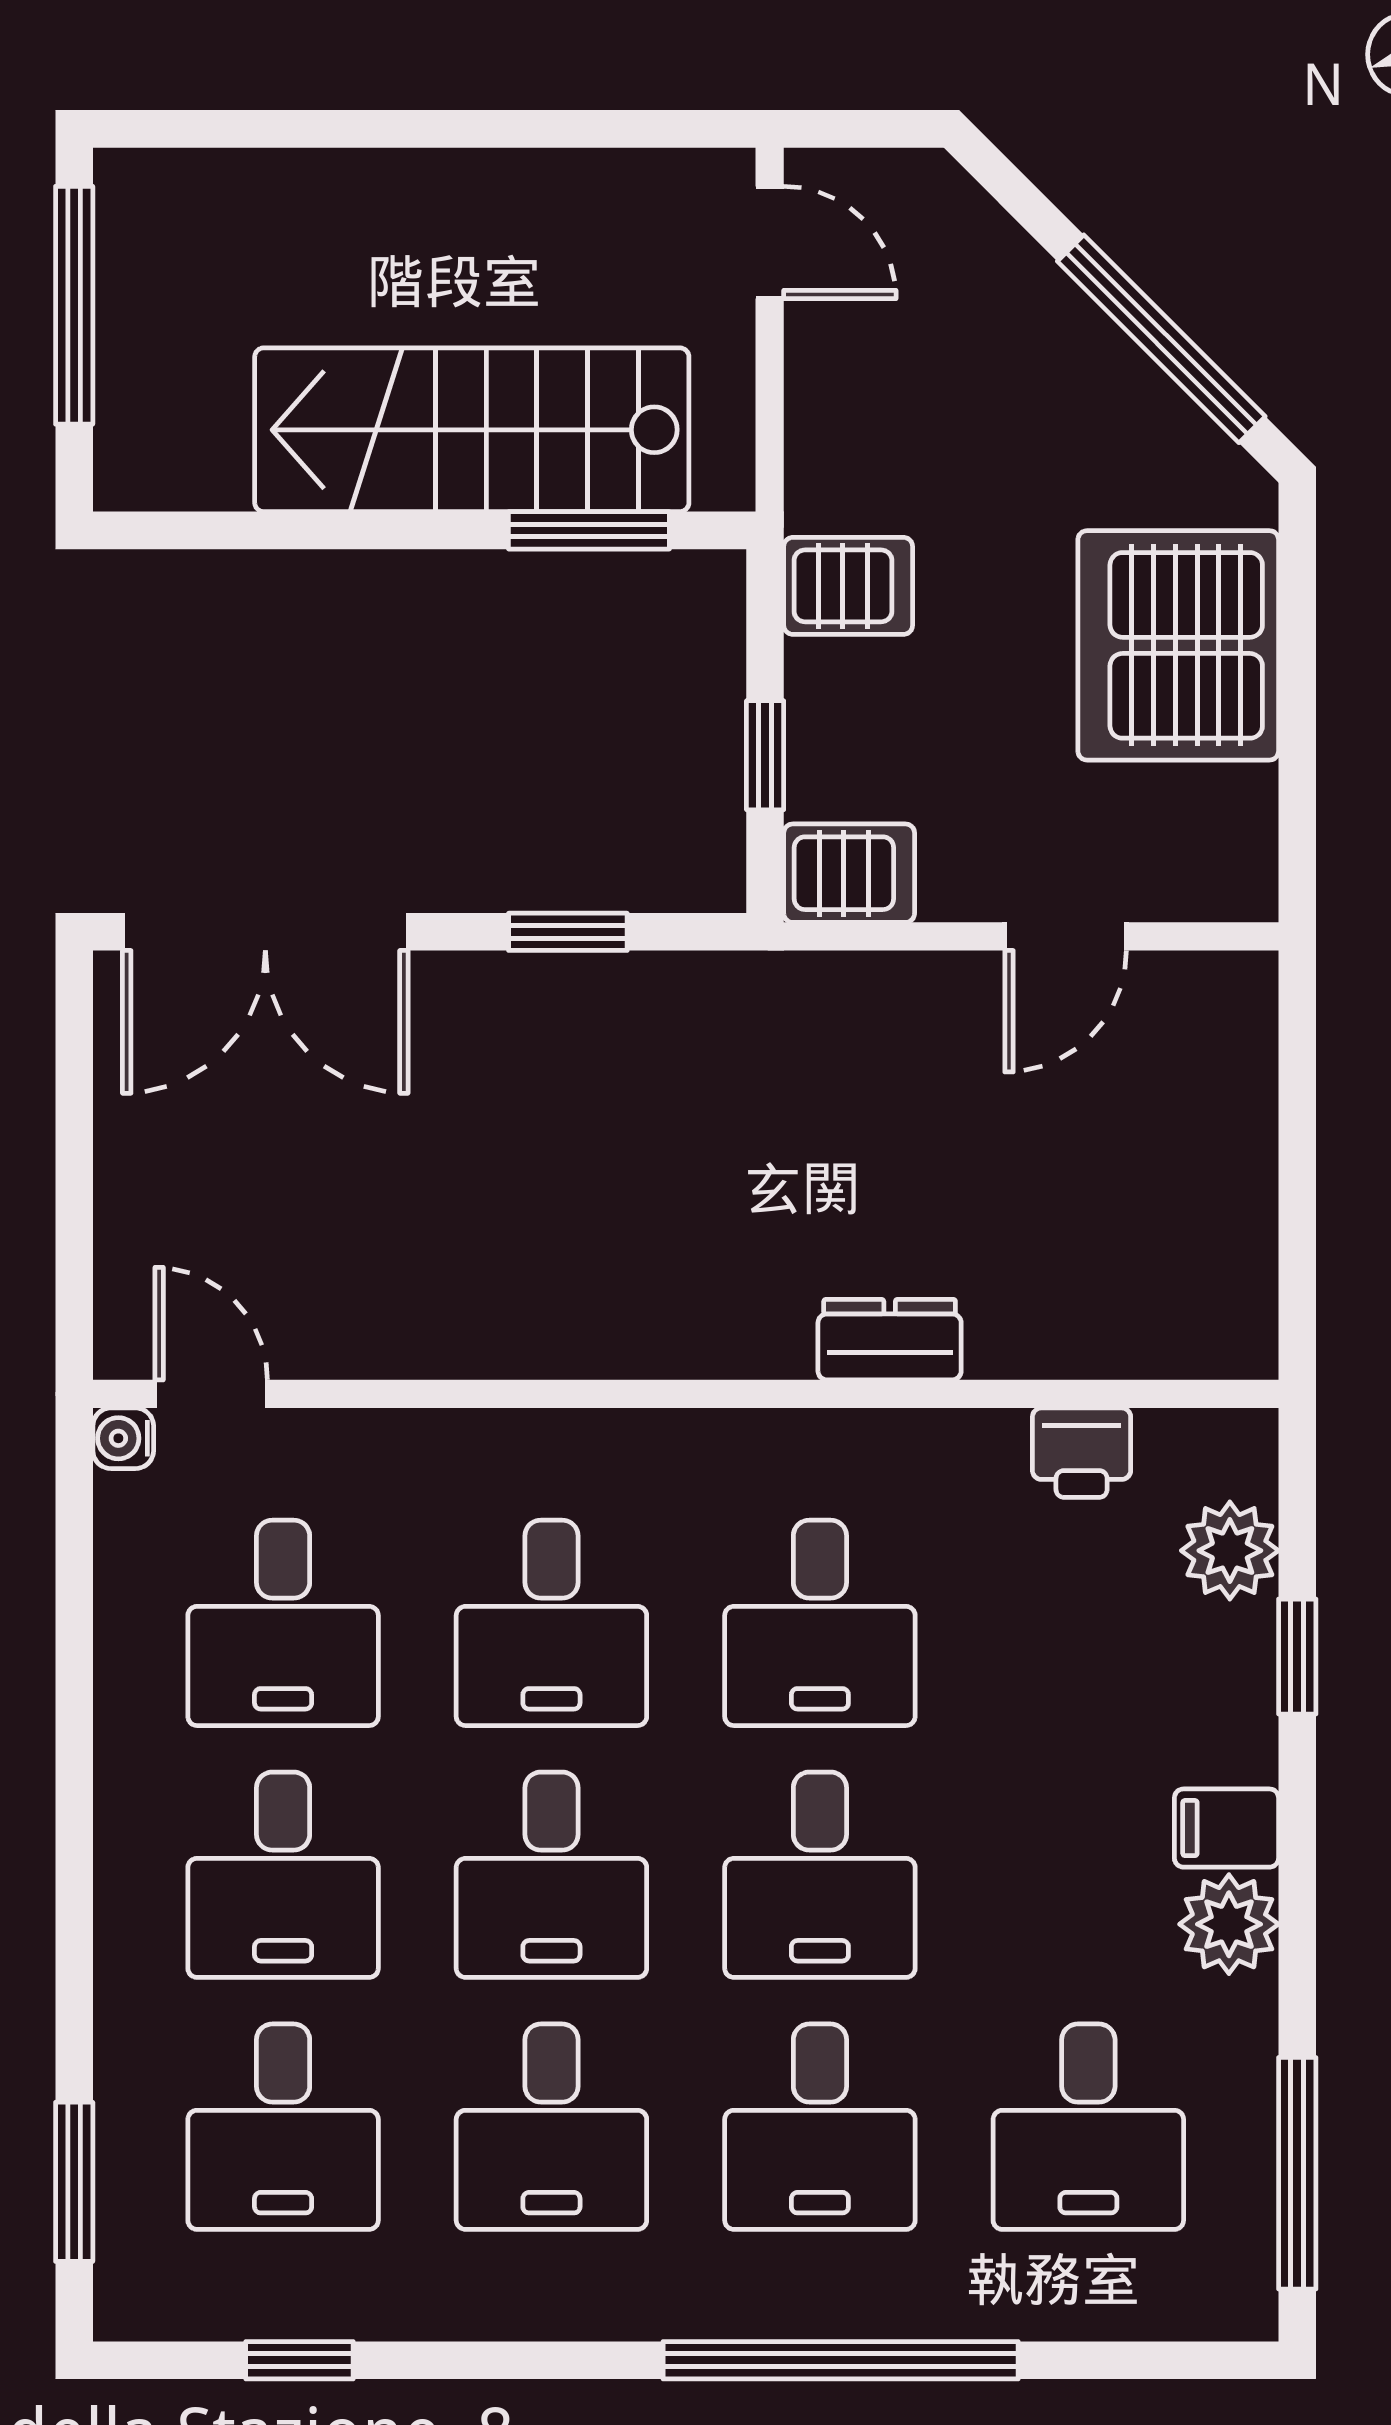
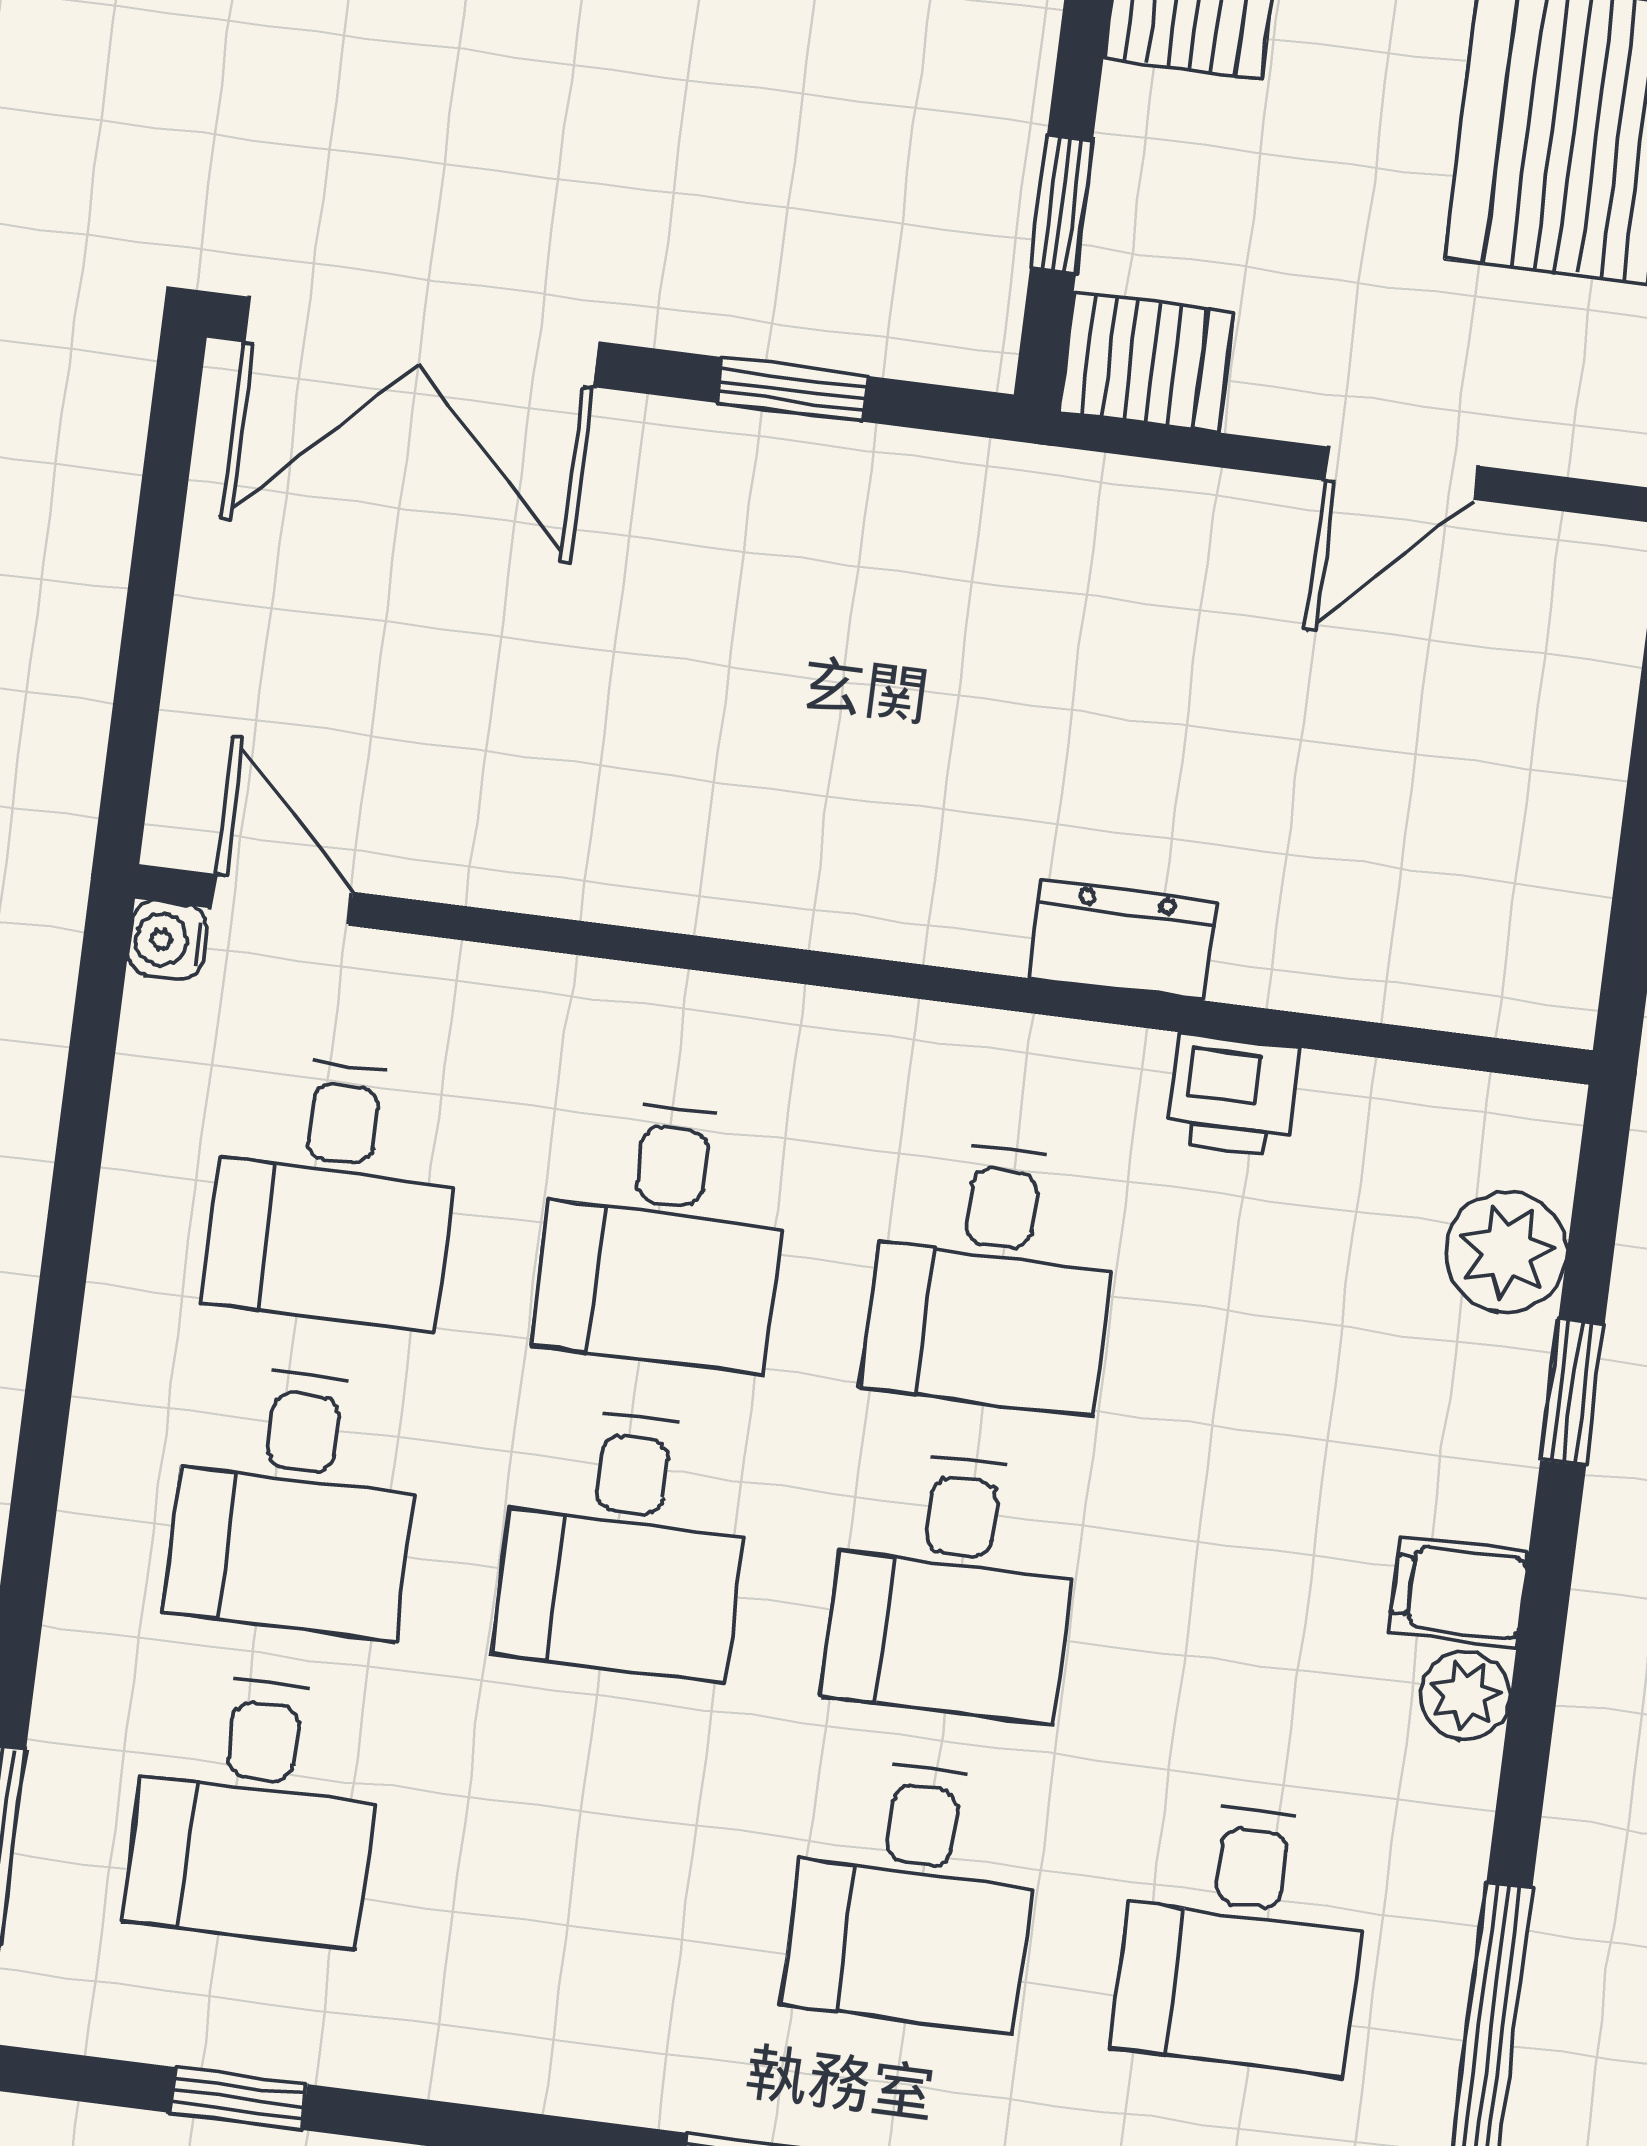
printer: (1082, 1453) -> (1233, 1095), moved
plant: (1229, 1924) -> (1465, 1695), width x0.73, depth x0.73
desk: (551, 2127) -> (584, 1852), removed

